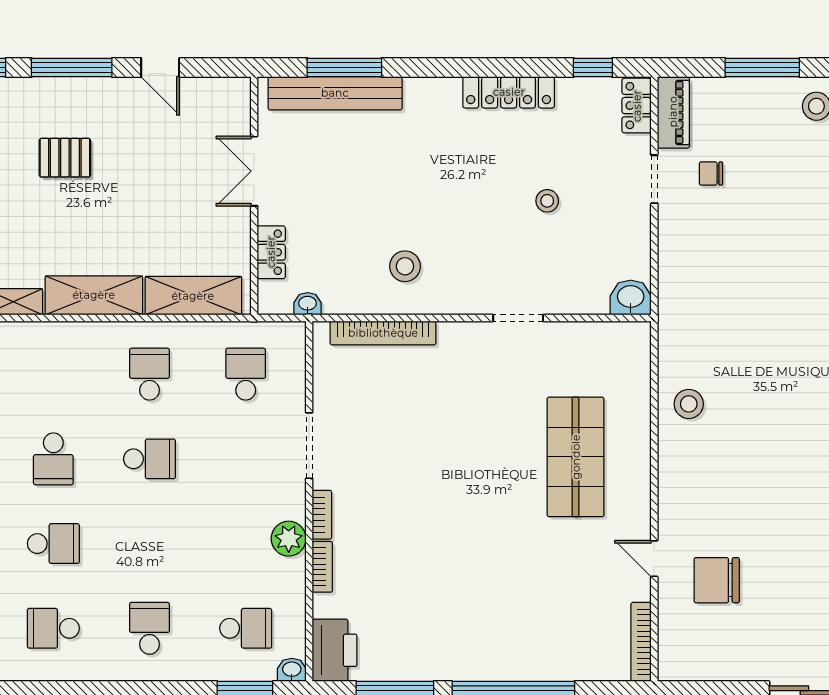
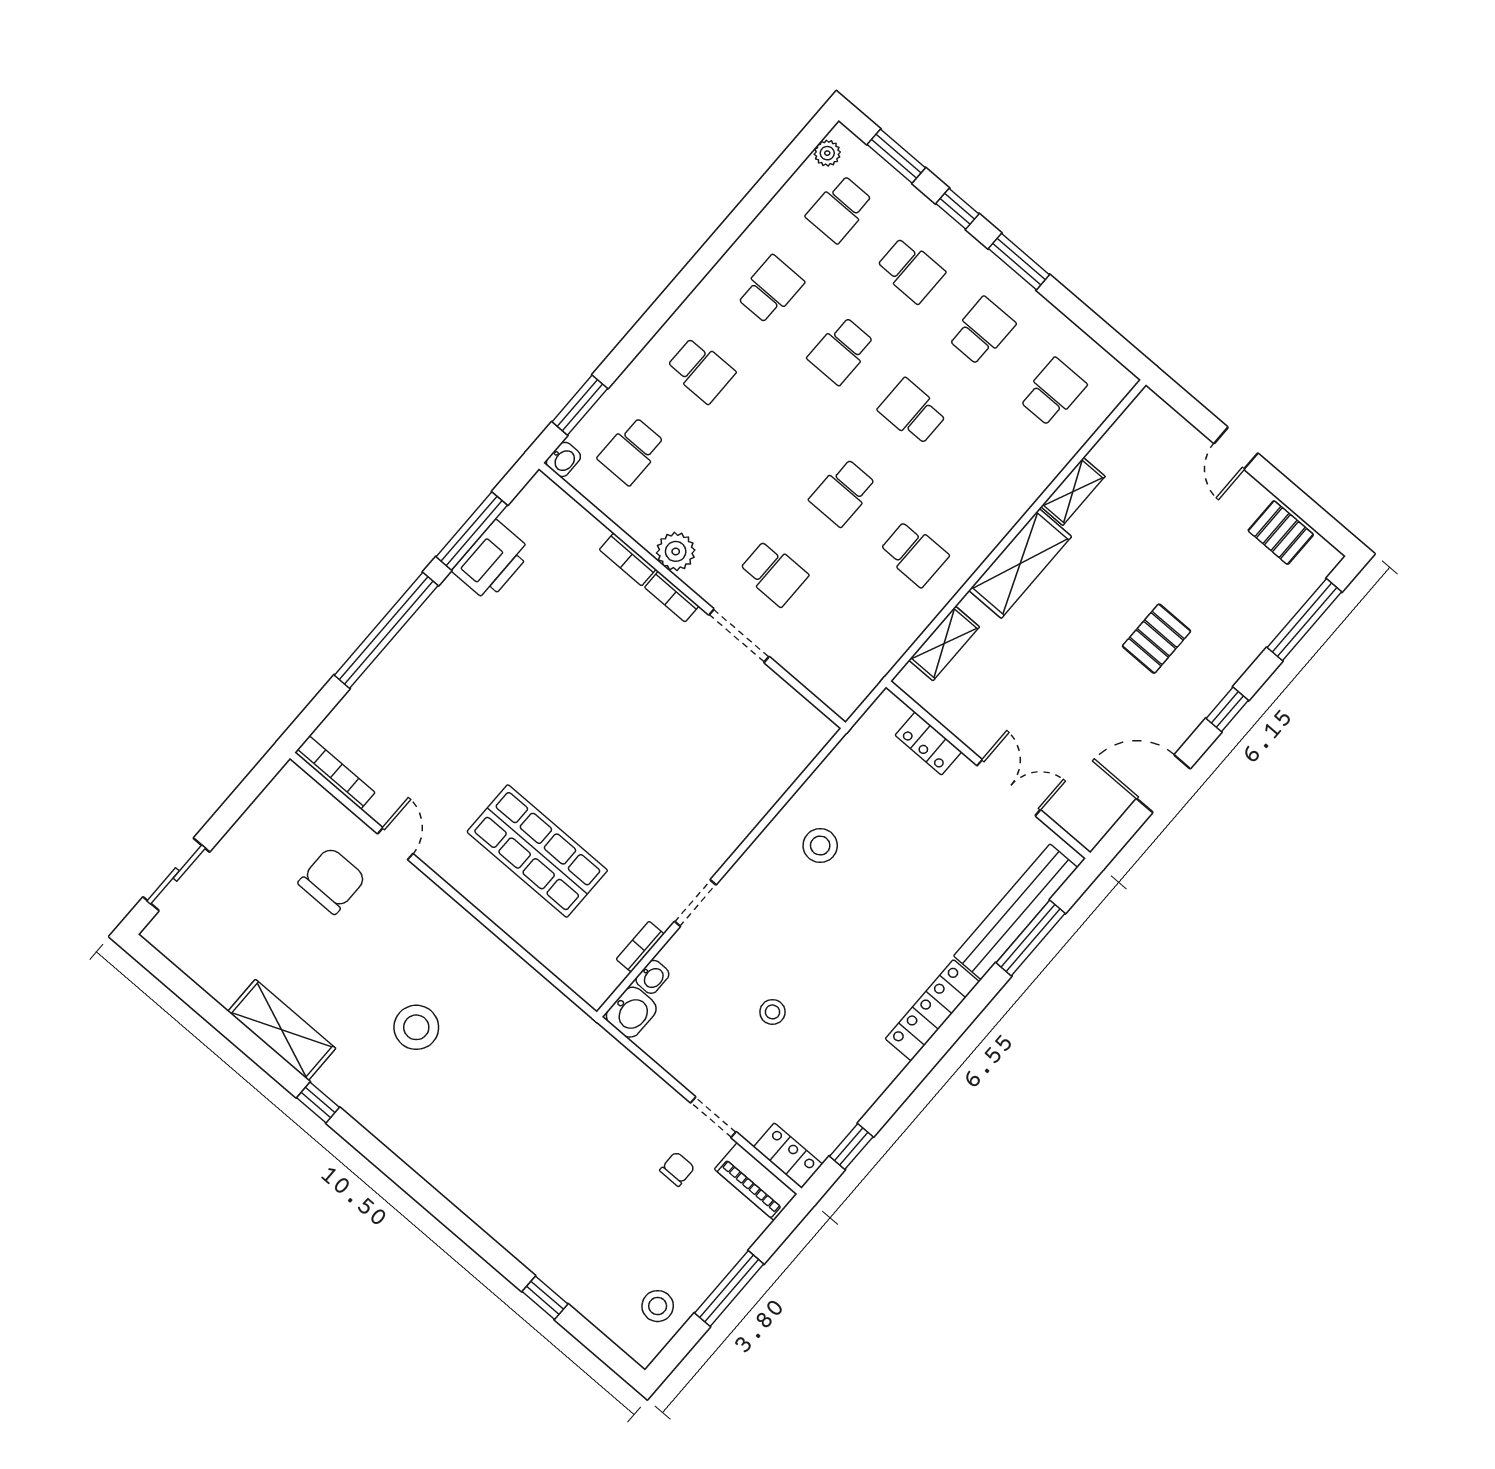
window: (72, 68) -> (1227, 709), width x0.46
door: (160, 68) -> (1163, 784), width x1.38
locker: (509, 92) -> (932, 1010), moved
shelving: (193, 296) -> (944, 643), width x0.67, depth x0.75
washbasin: (308, 304) -> (652, 977), moved
bookcase: (383, 333) -> (640, 947), moved, width x0.43, depth x0.76
school desk: (246, 374) -> (774, 573), moved
stool: (689, 404) -> (416, 1027), moved, width x1.38, depth x1.38
door: (654, 559) -> (395, 844), hinge flipped
printer: (335, 650) -> (492, 561), moved, turned -90

